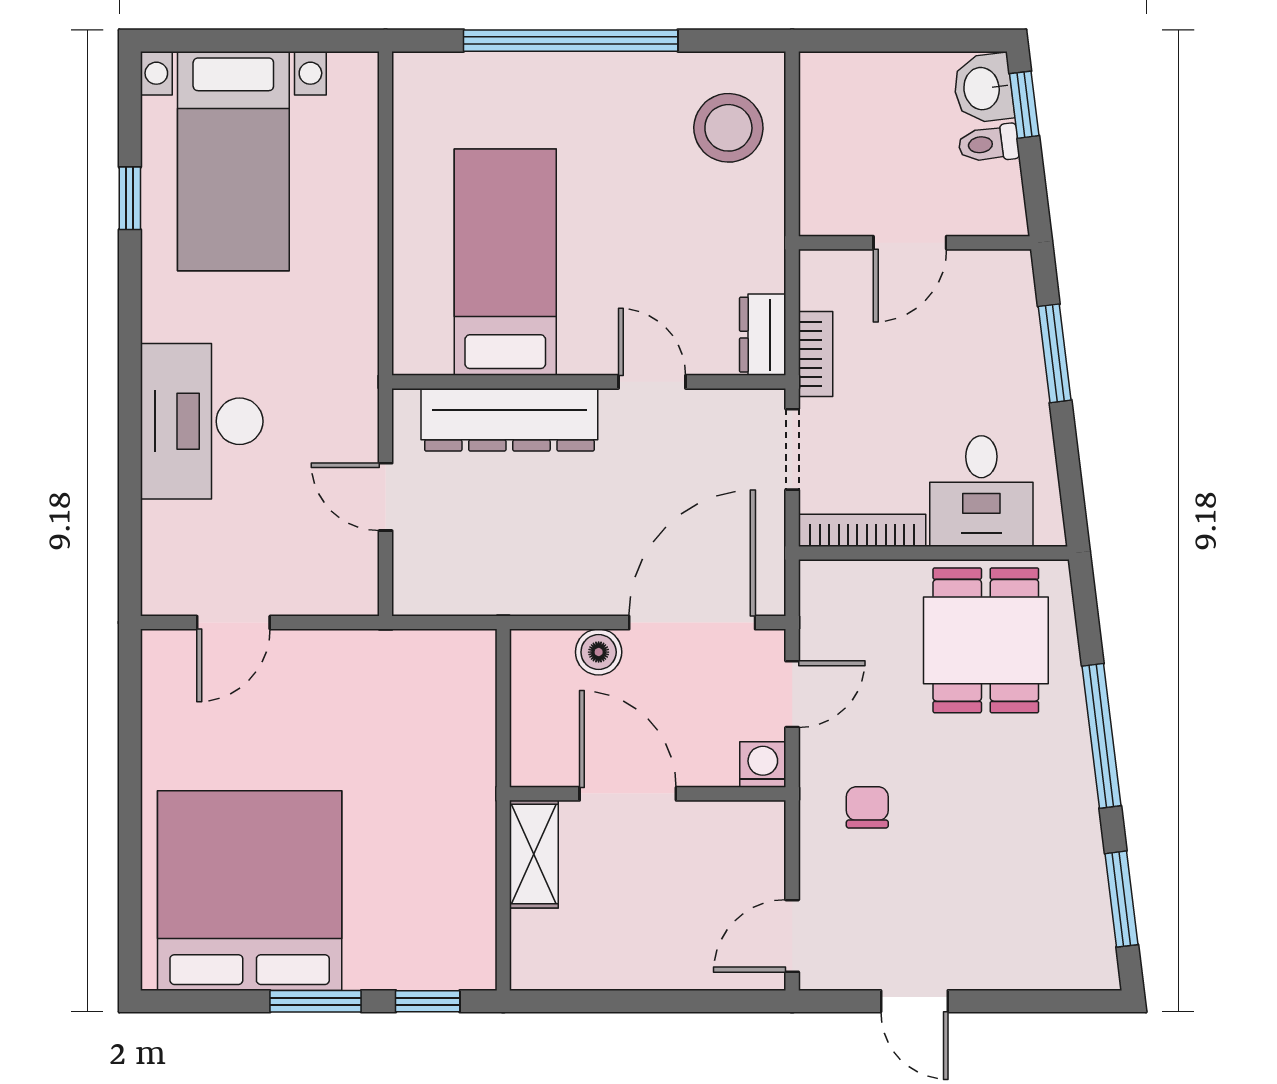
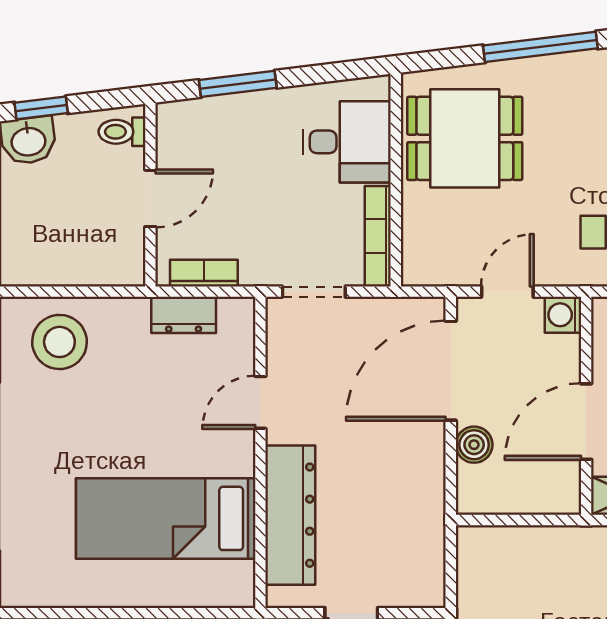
toilet: (989, 144) -> (122, 132), moved, turned 97
door: (910, 243) -> (150, 198), hinge flipped
dresser: (763, 335) -> (184, 315), moved
bookcase: (816, 354) -> (204, 273), moved
door: (692, 623) -> (451, 371), hinge flipped
door: (792, 694) -> (507, 292), hinge flipped

